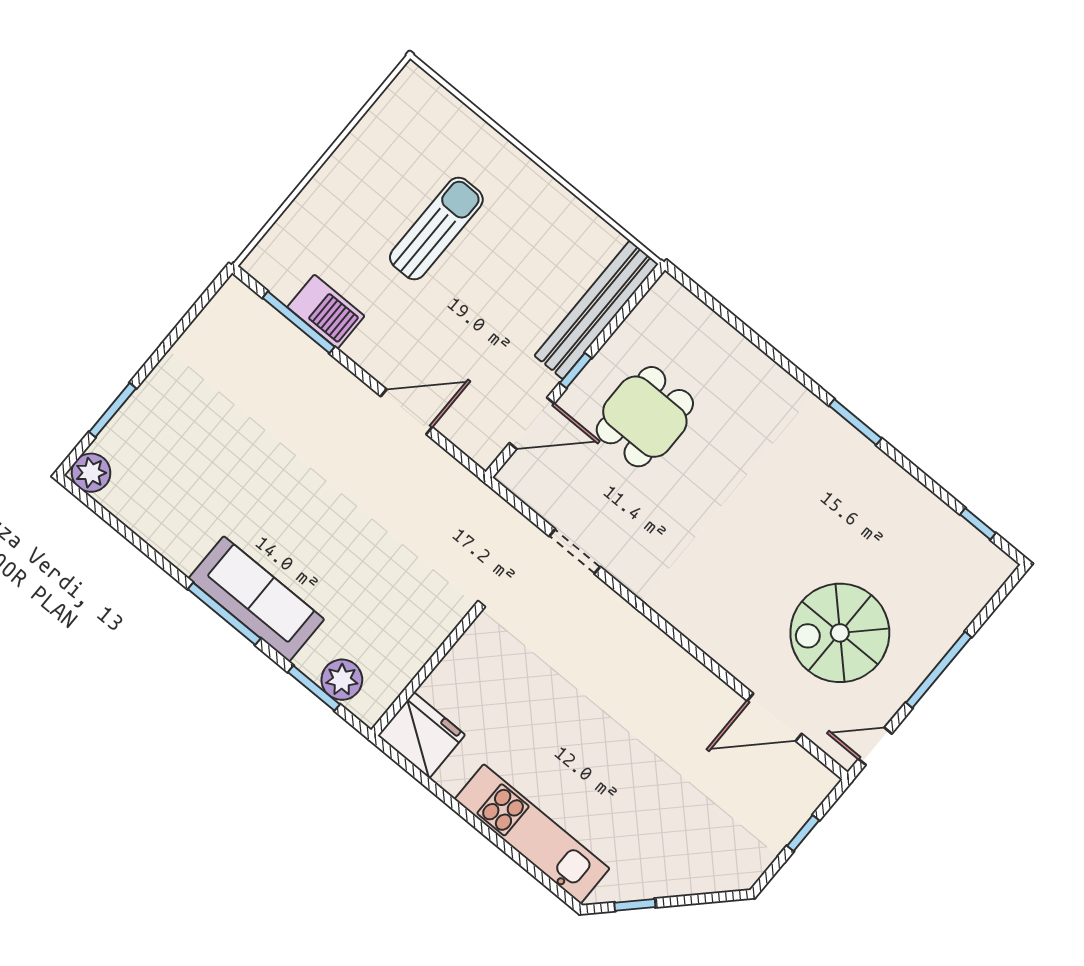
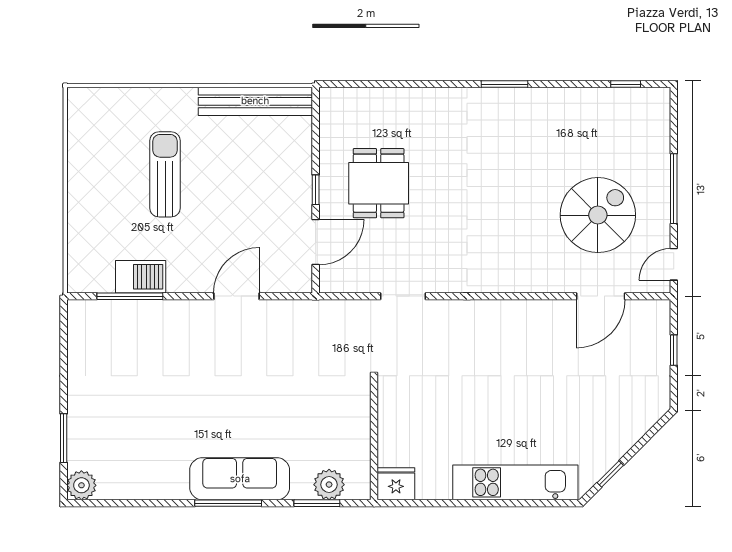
bench: (596, 310) -> (255, 101), moved, turned 90
spiral stairs: (840, 633) -> (598, 215), turned 180
fridge: (421, 735) -> (396, 484), width x0.73, depth x0.75

